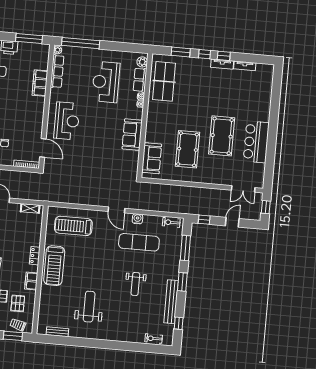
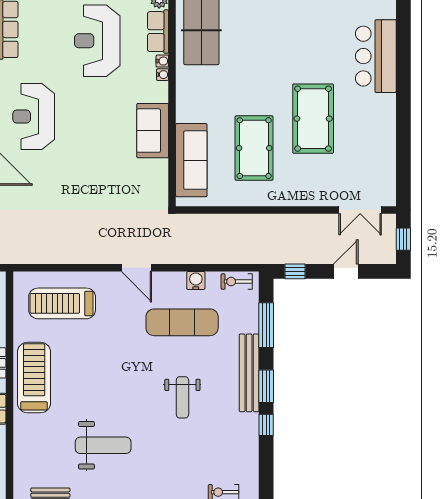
reception desk: (67, 121) -> (34, 116), turned 180
bar counter: (256, 142) -> (376, 56), moved
sofa: (152, 158) -> (191, 160), width x1.36
water cooler: (137, 219) -> (196, 280), moved
treadmill: (54, 266) -> (34, 378), turned 180
bench: (171, 302) -> (249, 373), moved
weight bench: (89, 307) -> (103, 445), turned 90
window: (179, 323) -> (266, 425), moved

